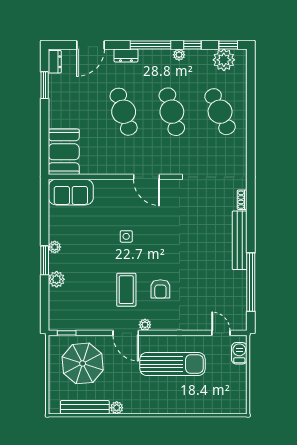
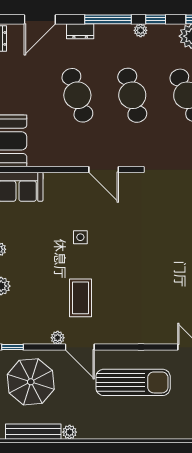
armchair: (160, 289) -> (119, 297), removed
plant: (145, 325) -> (58, 338), moved

